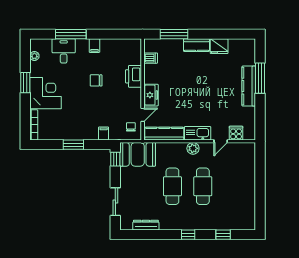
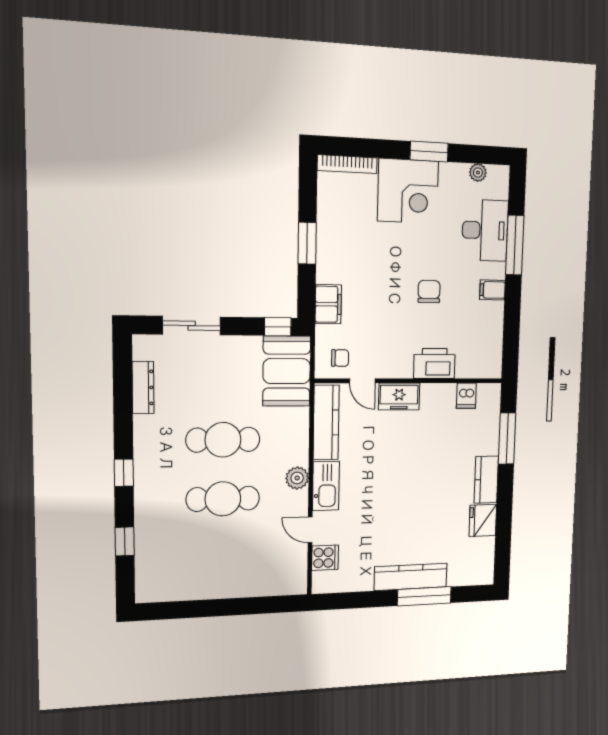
desk: (64, 51) -> (485, 230), width x1.37
filing cabinet: (104, 133) -> (328, 304), width x2.00

